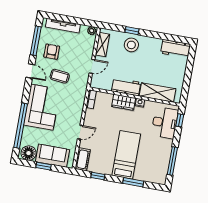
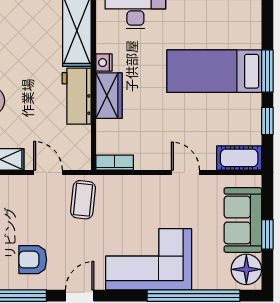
coffee table: (60, 76) -> (83, 200), moved
window: (133, 182) -> (267, 71), moved

